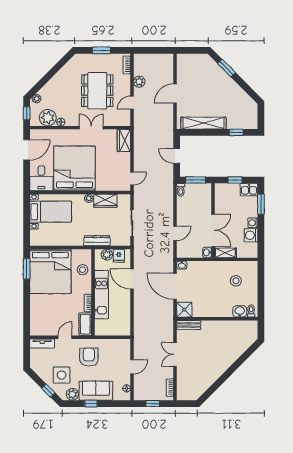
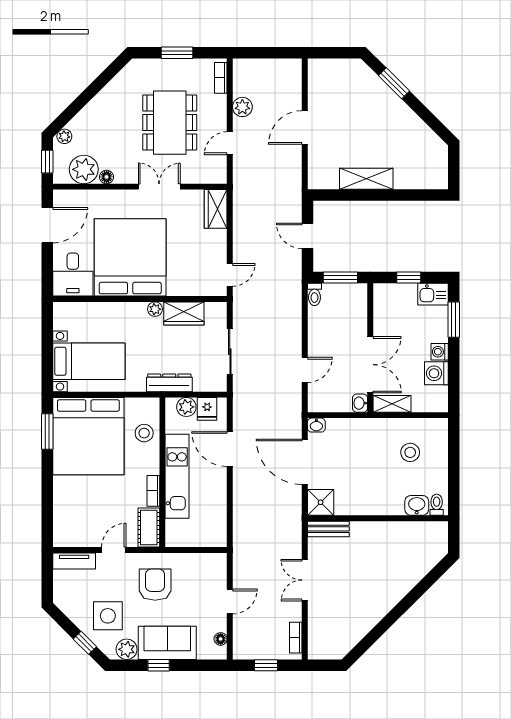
shelving: (203, 123) -> (366, 179), width x0.68
window: (236, 132) -> (411, 195), removed
bed with nightstands: (51, 212) -> (89, 361), moved

